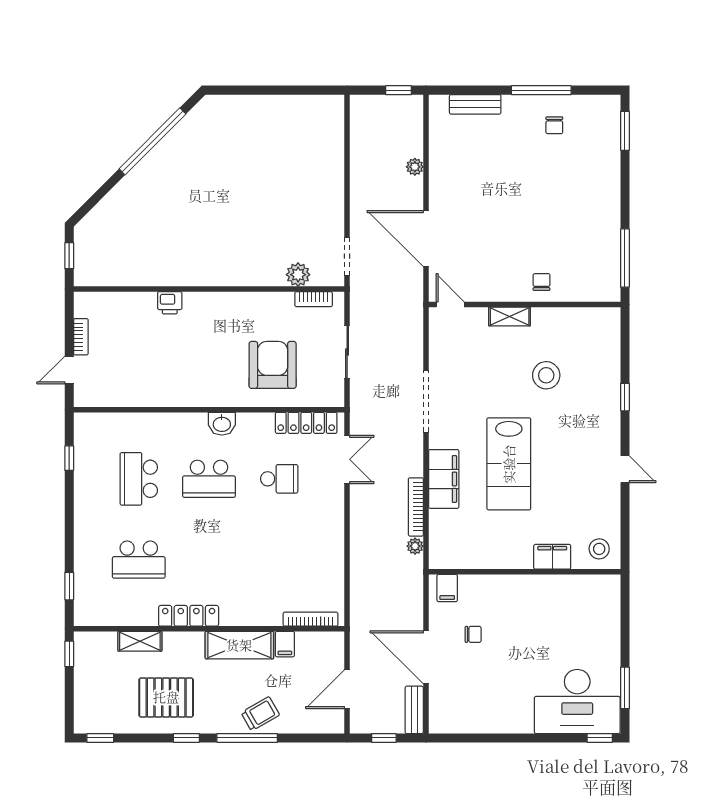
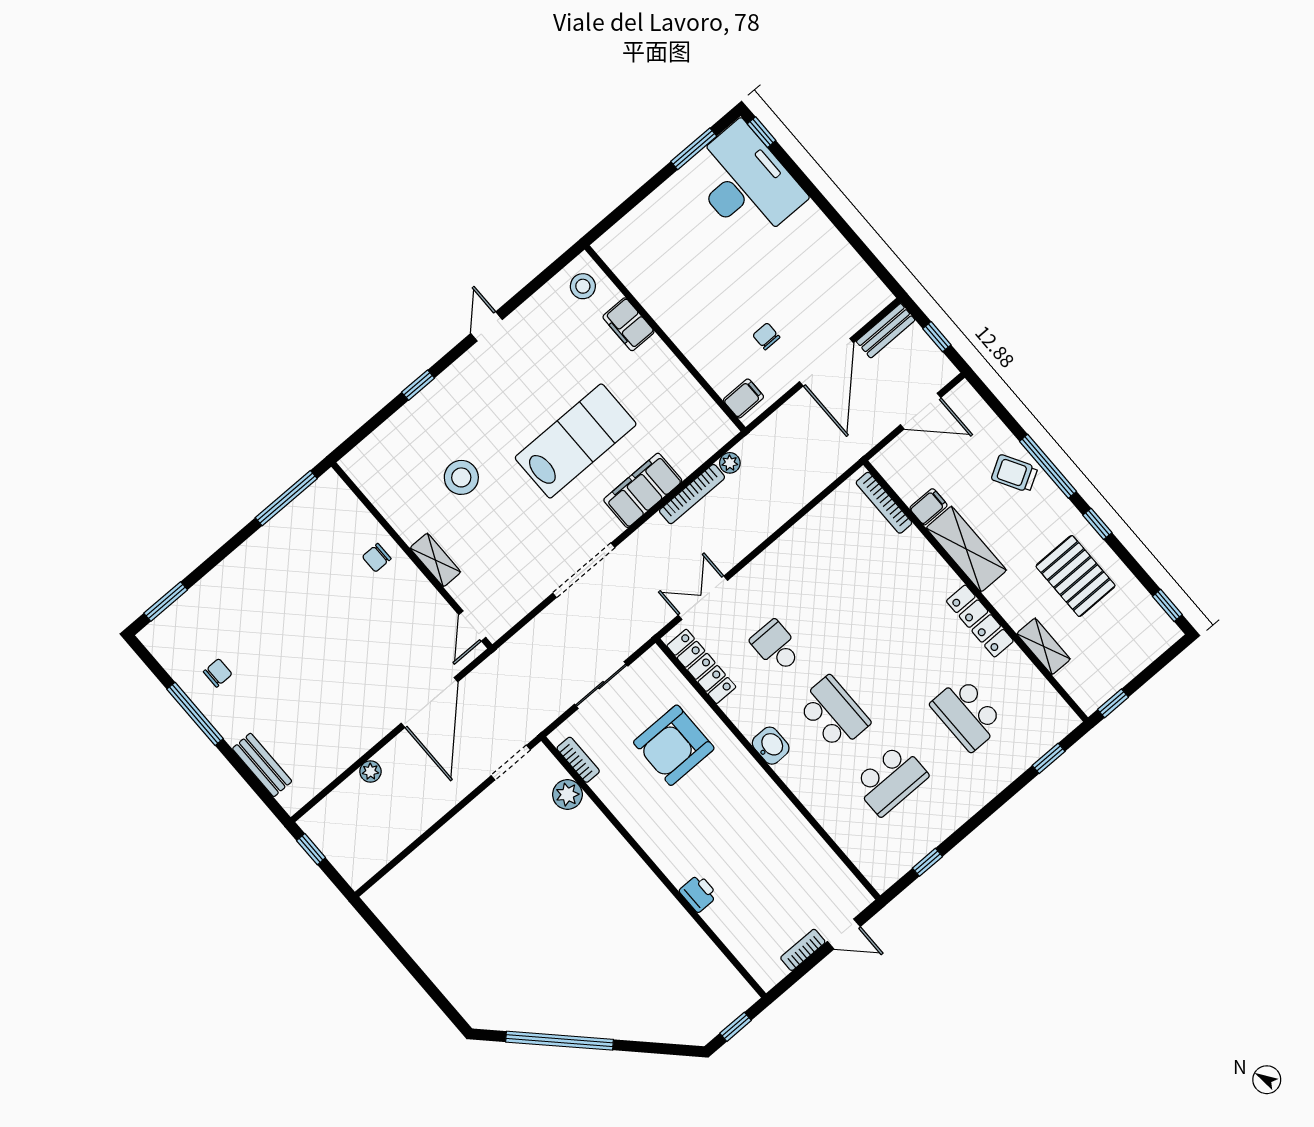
school desk: (139, 560) -> (967, 714), turned 180

